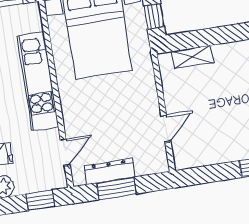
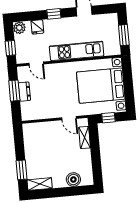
door: (166, 129) -> (69, 118), moved
dresser: (110, 171) -> (24, 92), width x0.70

